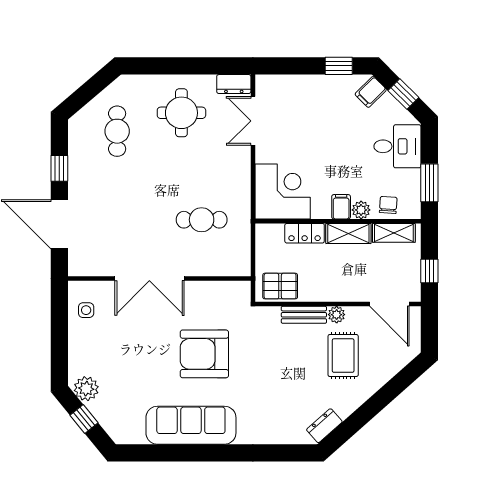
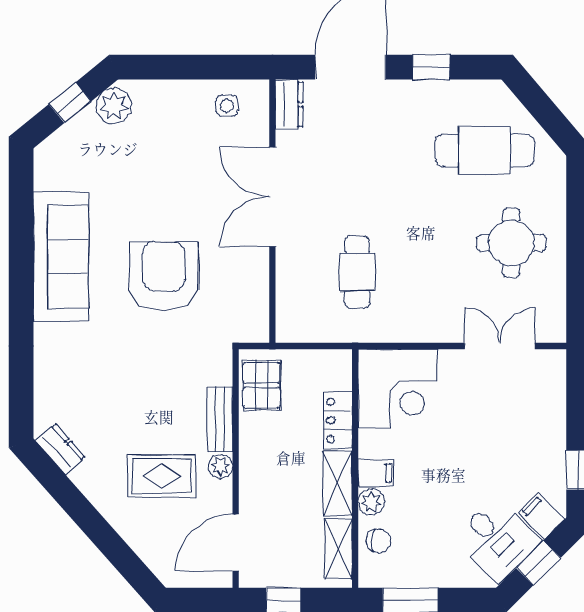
dresser: (234, 84) -> (289, 104), moved, turned 180
cafe table: (117, 131) -> (485, 150), width x1.37, depth x1.35
desk: (397, 146) -> (497, 539), moved, turned -45

